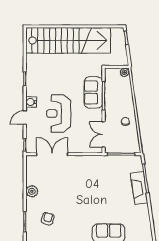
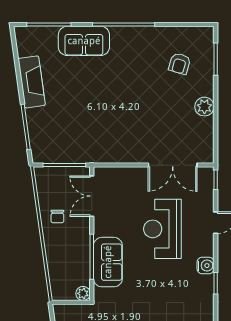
plant: (124, 72) -> (83, 293), moved
water cooler: (31, 102) -> (206, 266), moved
reception desk: (59, 114) -> (162, 229), turned 180
double door: (104, 134) -> (92, 196), swing flipped
fireplace: (139, 188) -> (32, 82), moved

